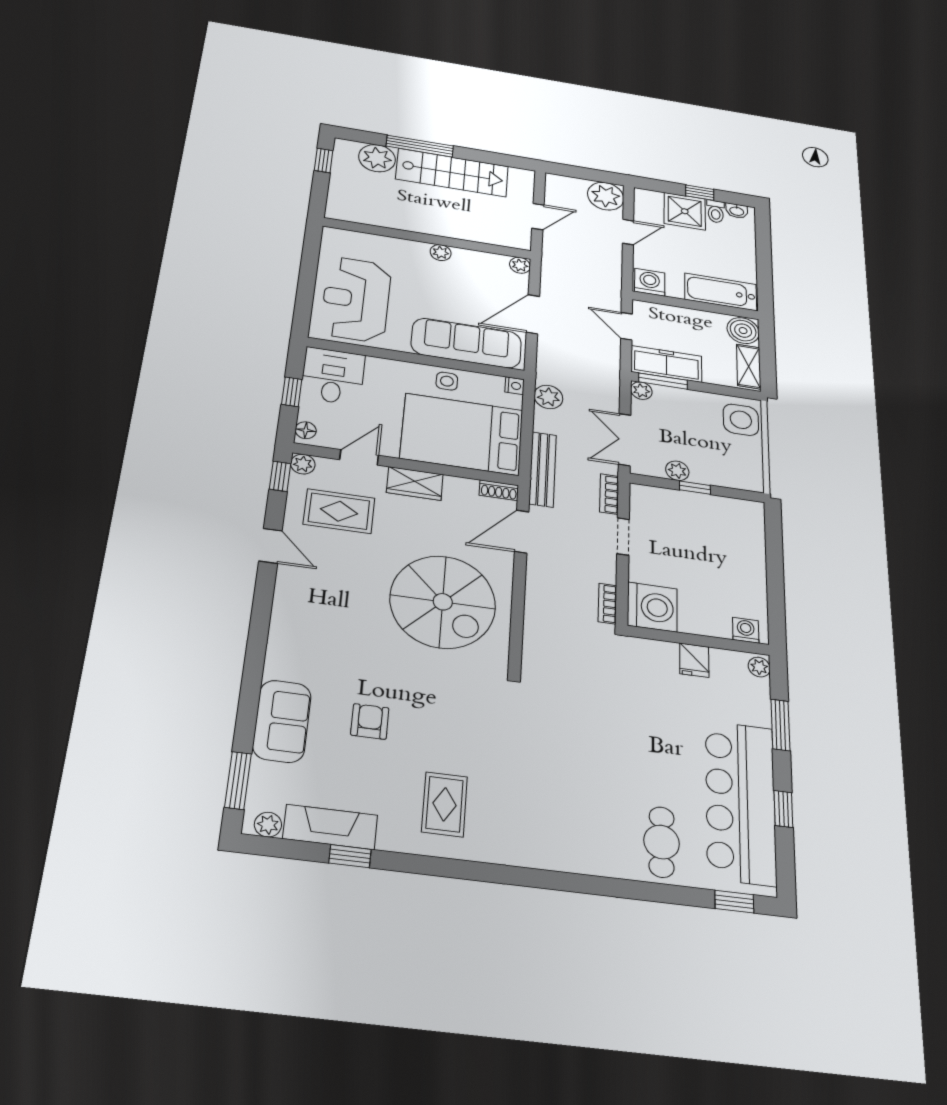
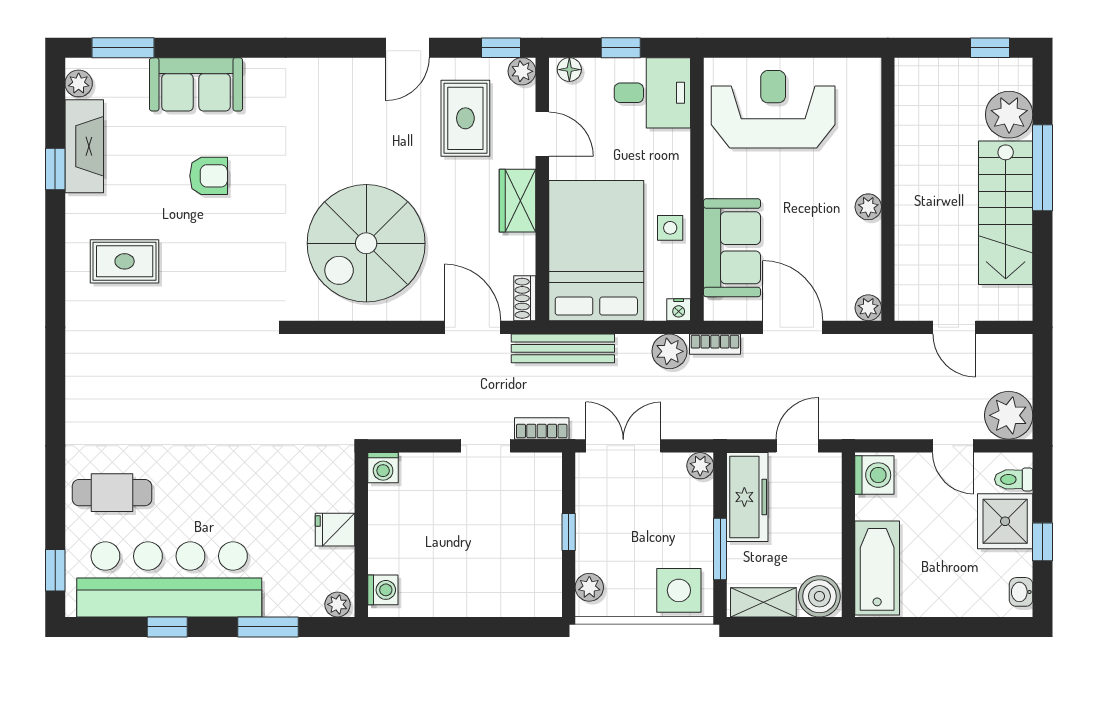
toilet: (716, 211) -> (1014, 479), moved
sofa: (466, 343) -> (732, 248), width x0.73
window: (663, 381) -> (720, 549), moved
plant: (677, 471) -> (589, 587), moved
bookcase: (607, 604) -> (715, 344), moved, turned 180
washing machine: (652, 607) -> (383, 468), width x0.53, depth x0.53

